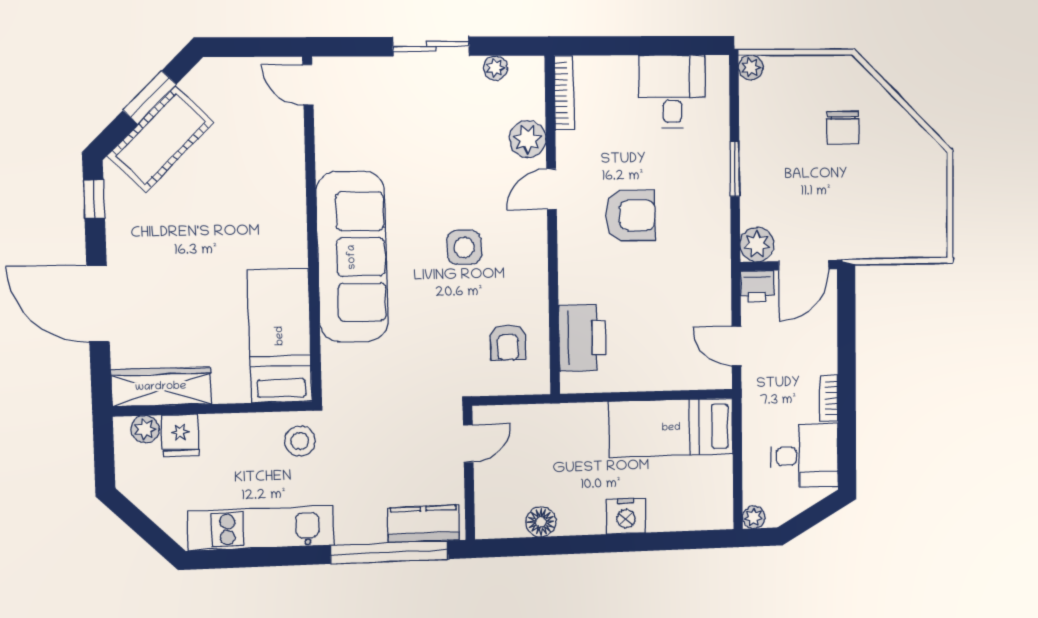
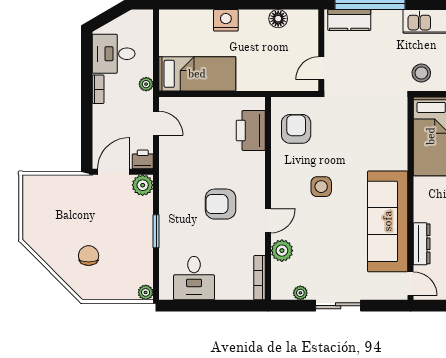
dresser: (291, 153) -> (422, 244), added
sofa: (352, 257) -> (388, 221), moved
armchair: (508, 342) -> (296, 129), width x1.38, depth x1.38
plant: (754, 517) -> (146, 84), moved

